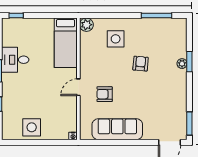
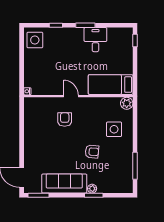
side table: (32, 127) -> (35, 40), moved
sofa: (117, 129) -> (64, 184), moved, turned -90

